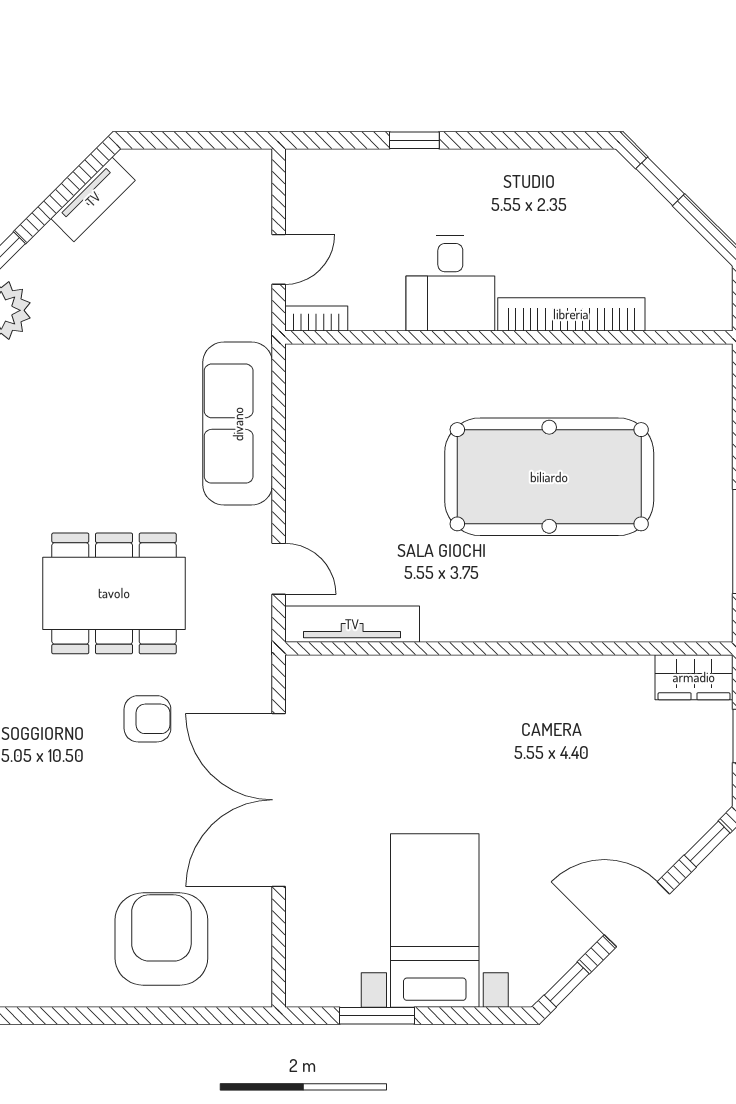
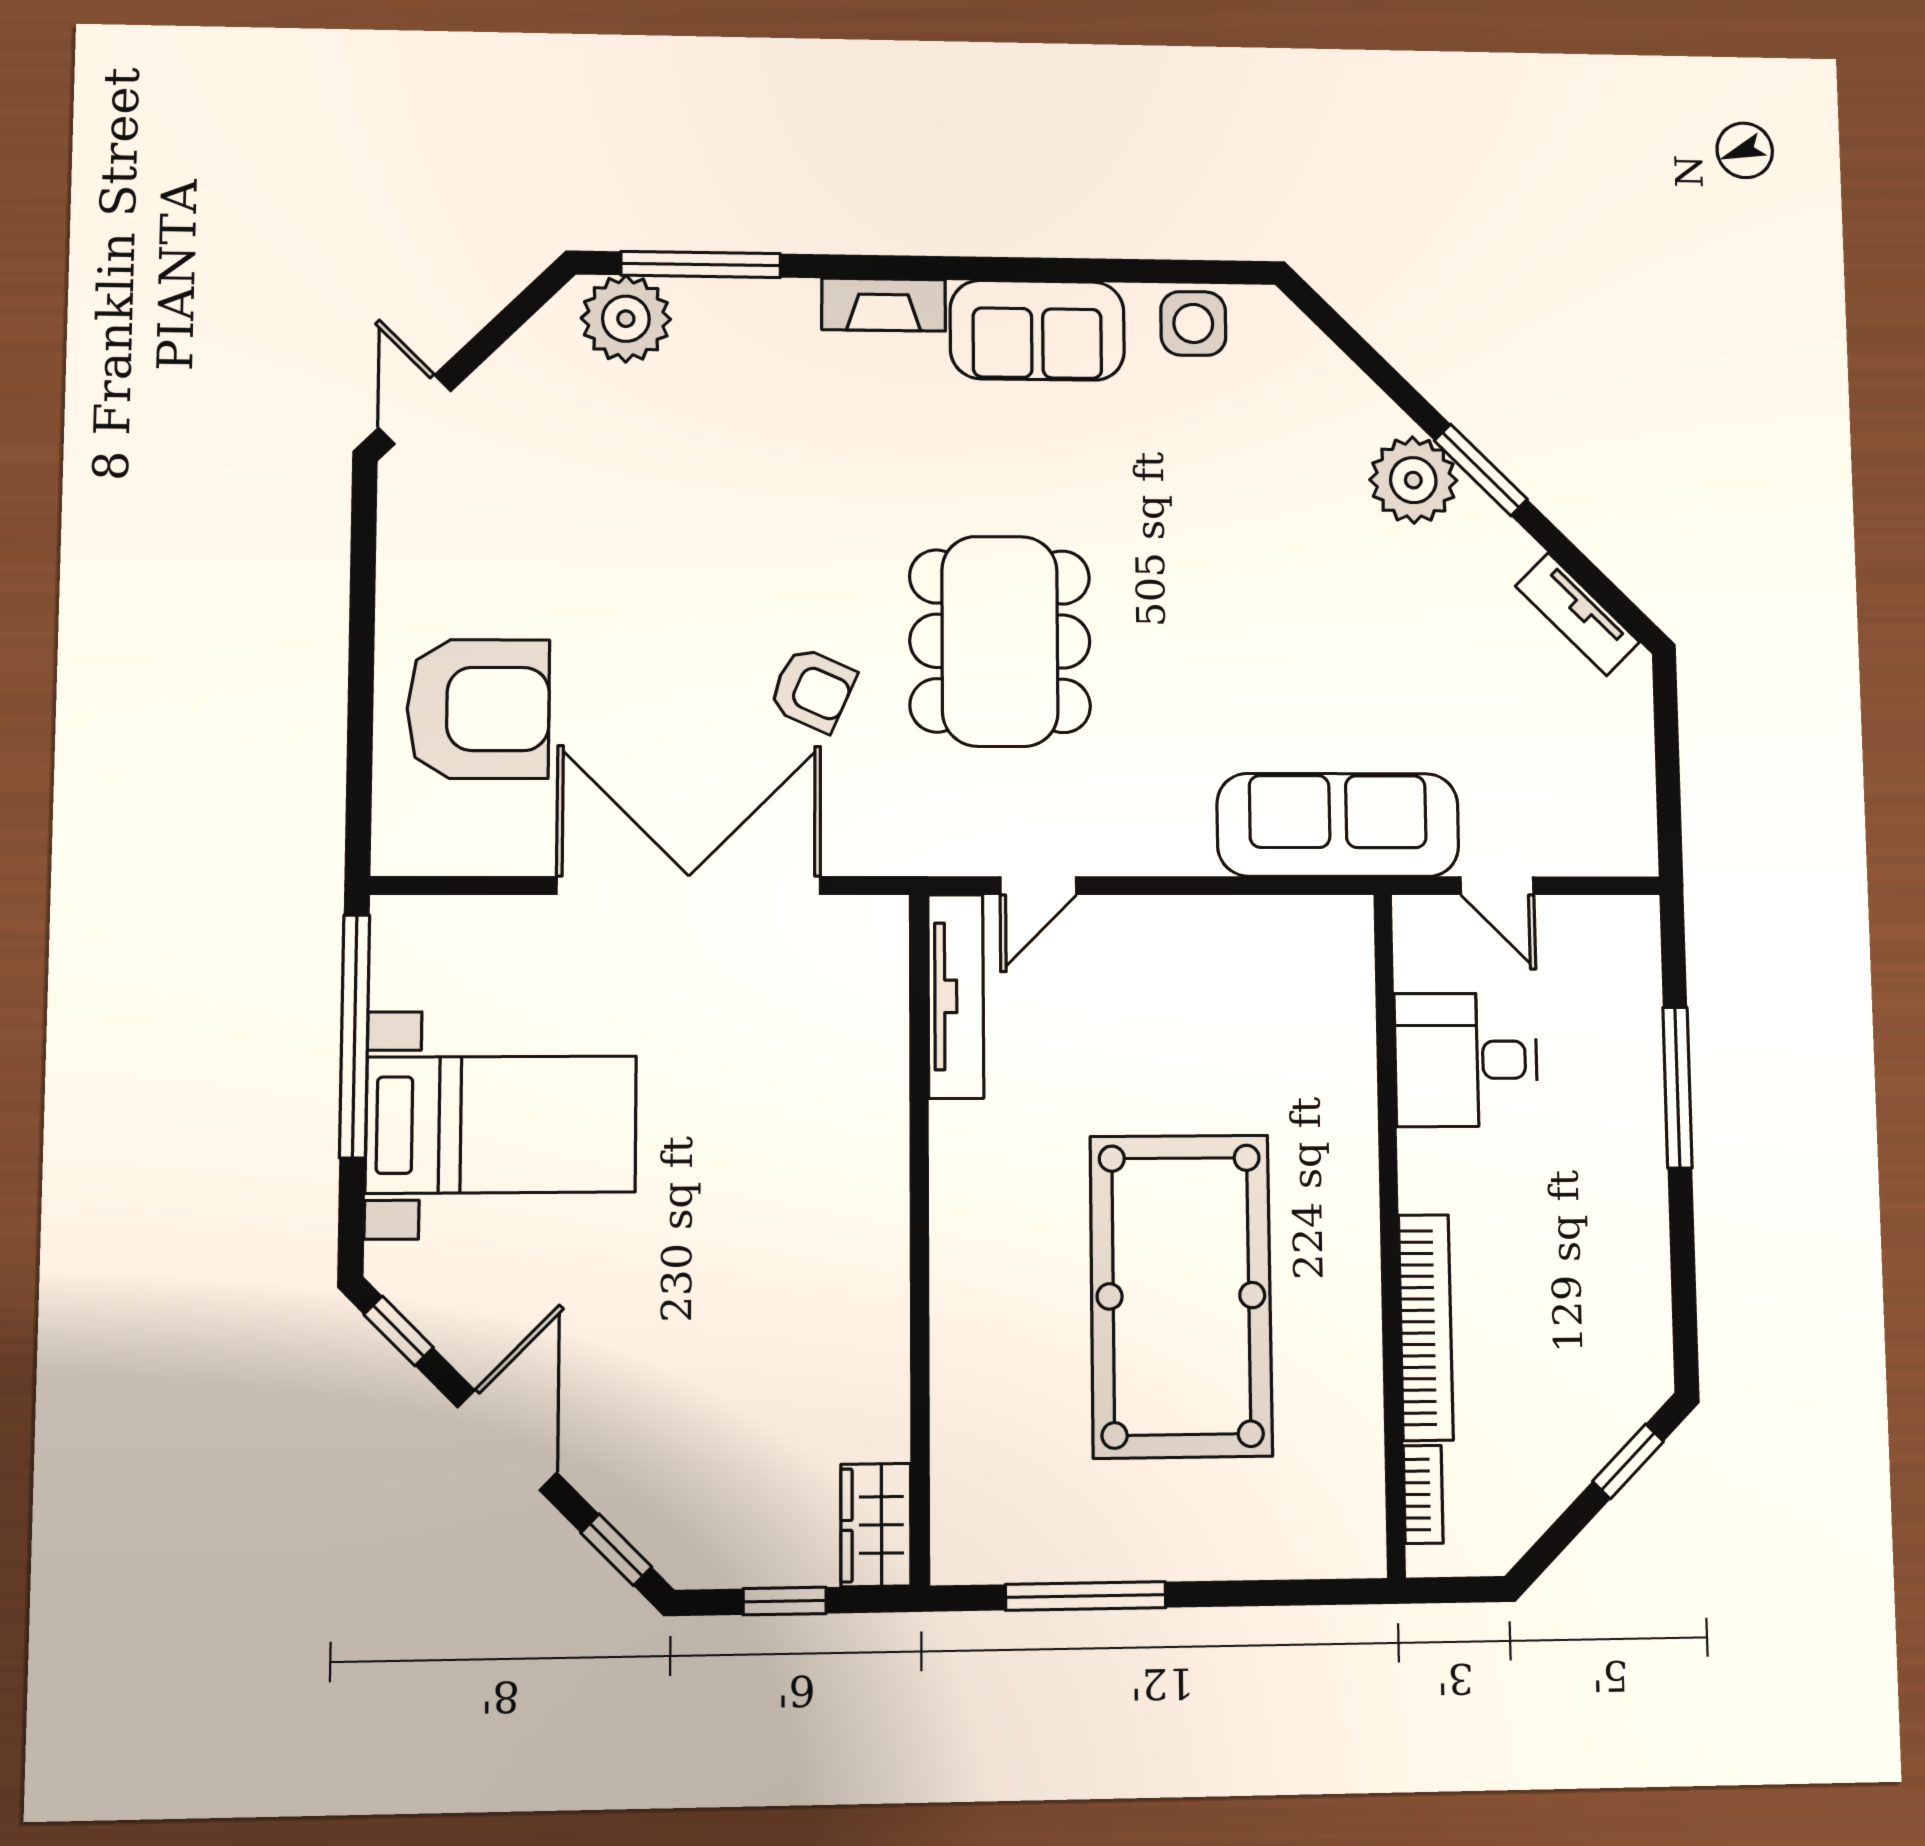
window: (414, 140) -> (1677, 1088), width x2.17
desk: (450, 283) -> (1466, 1060), moved
bookcase: (316, 319) -> (1423, 1494), moved
sofa: (238, 424) -> (1338, 825), moved
armchair: (147, 719) -> (812, 690), turned -66
window: (377, 1016) -> (355, 1036), width x2.11

